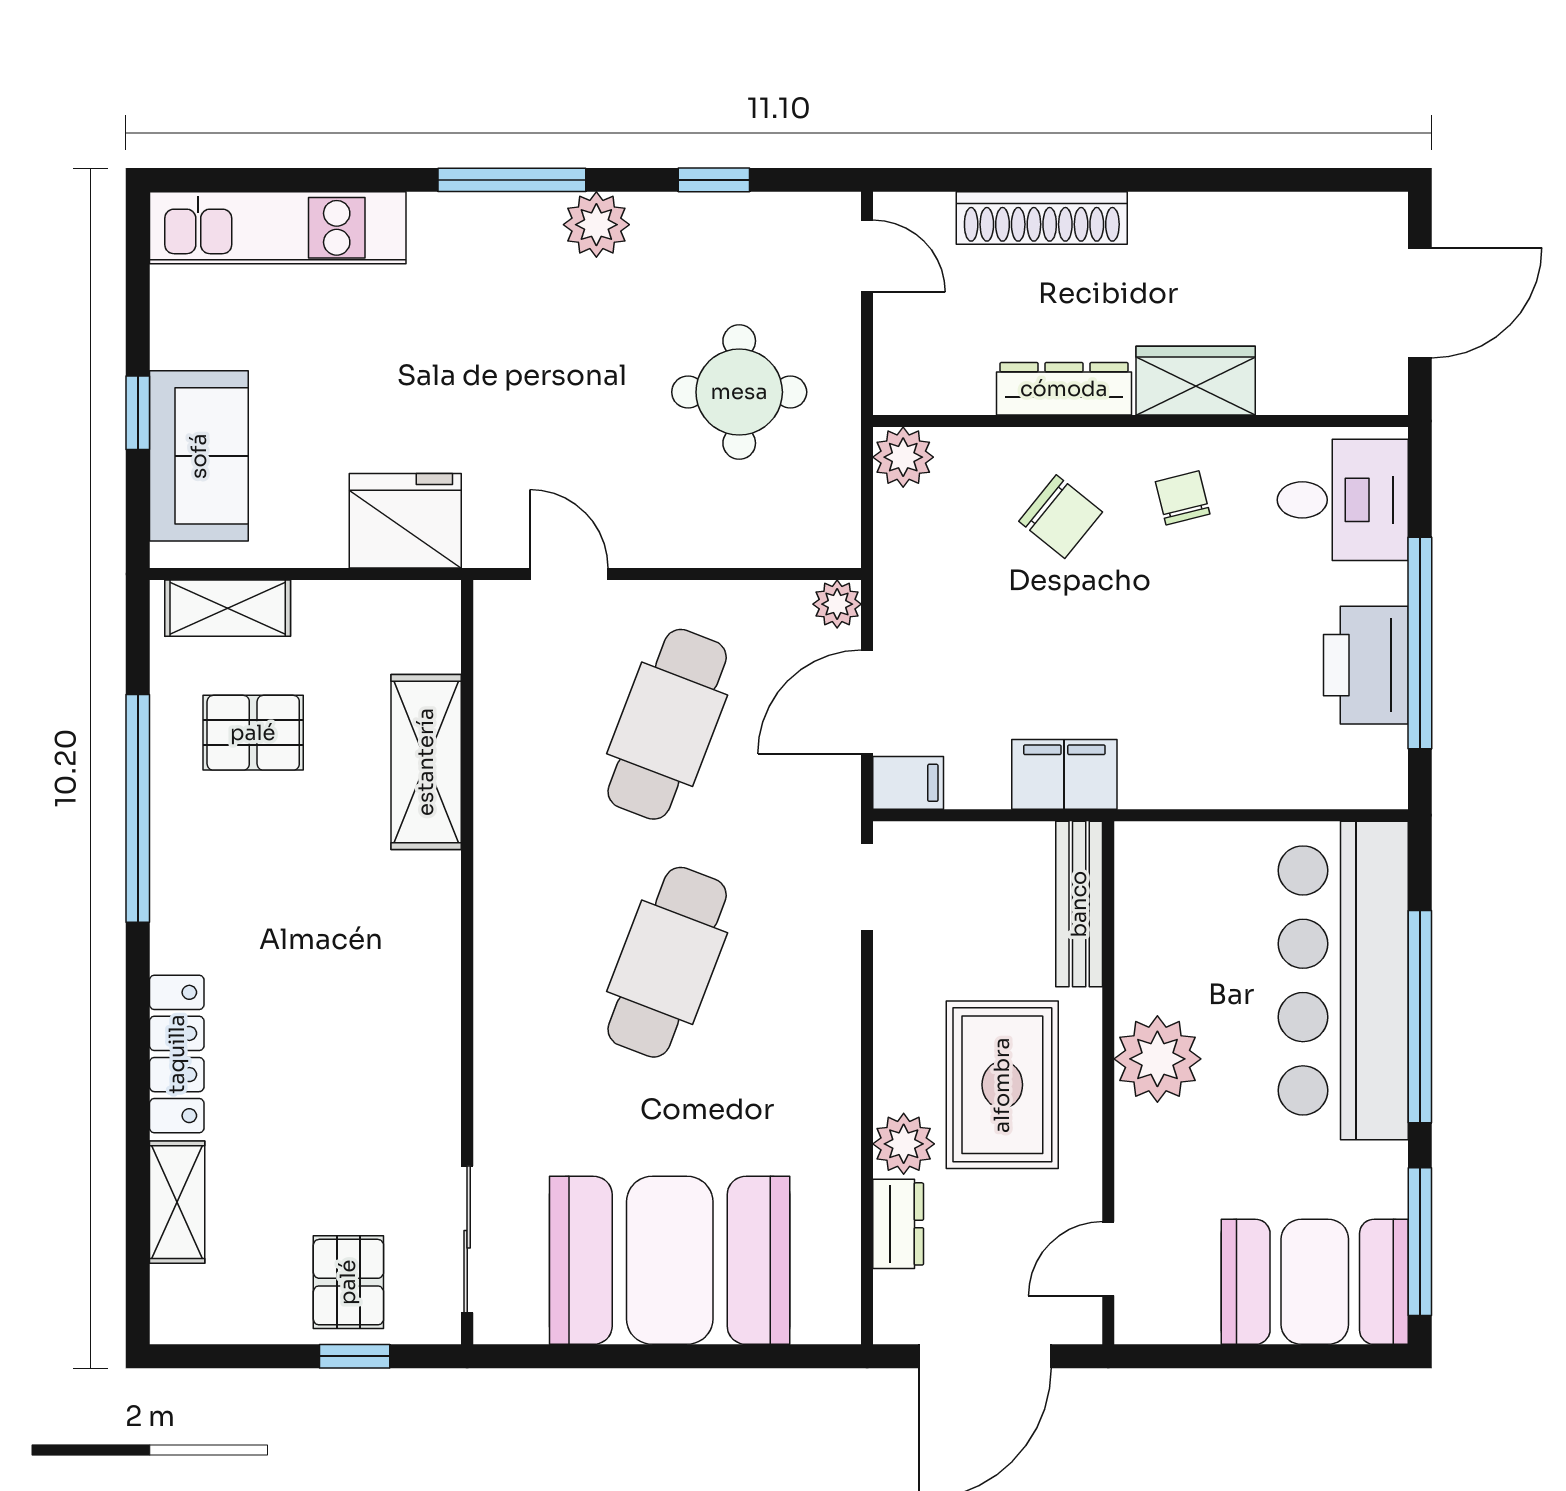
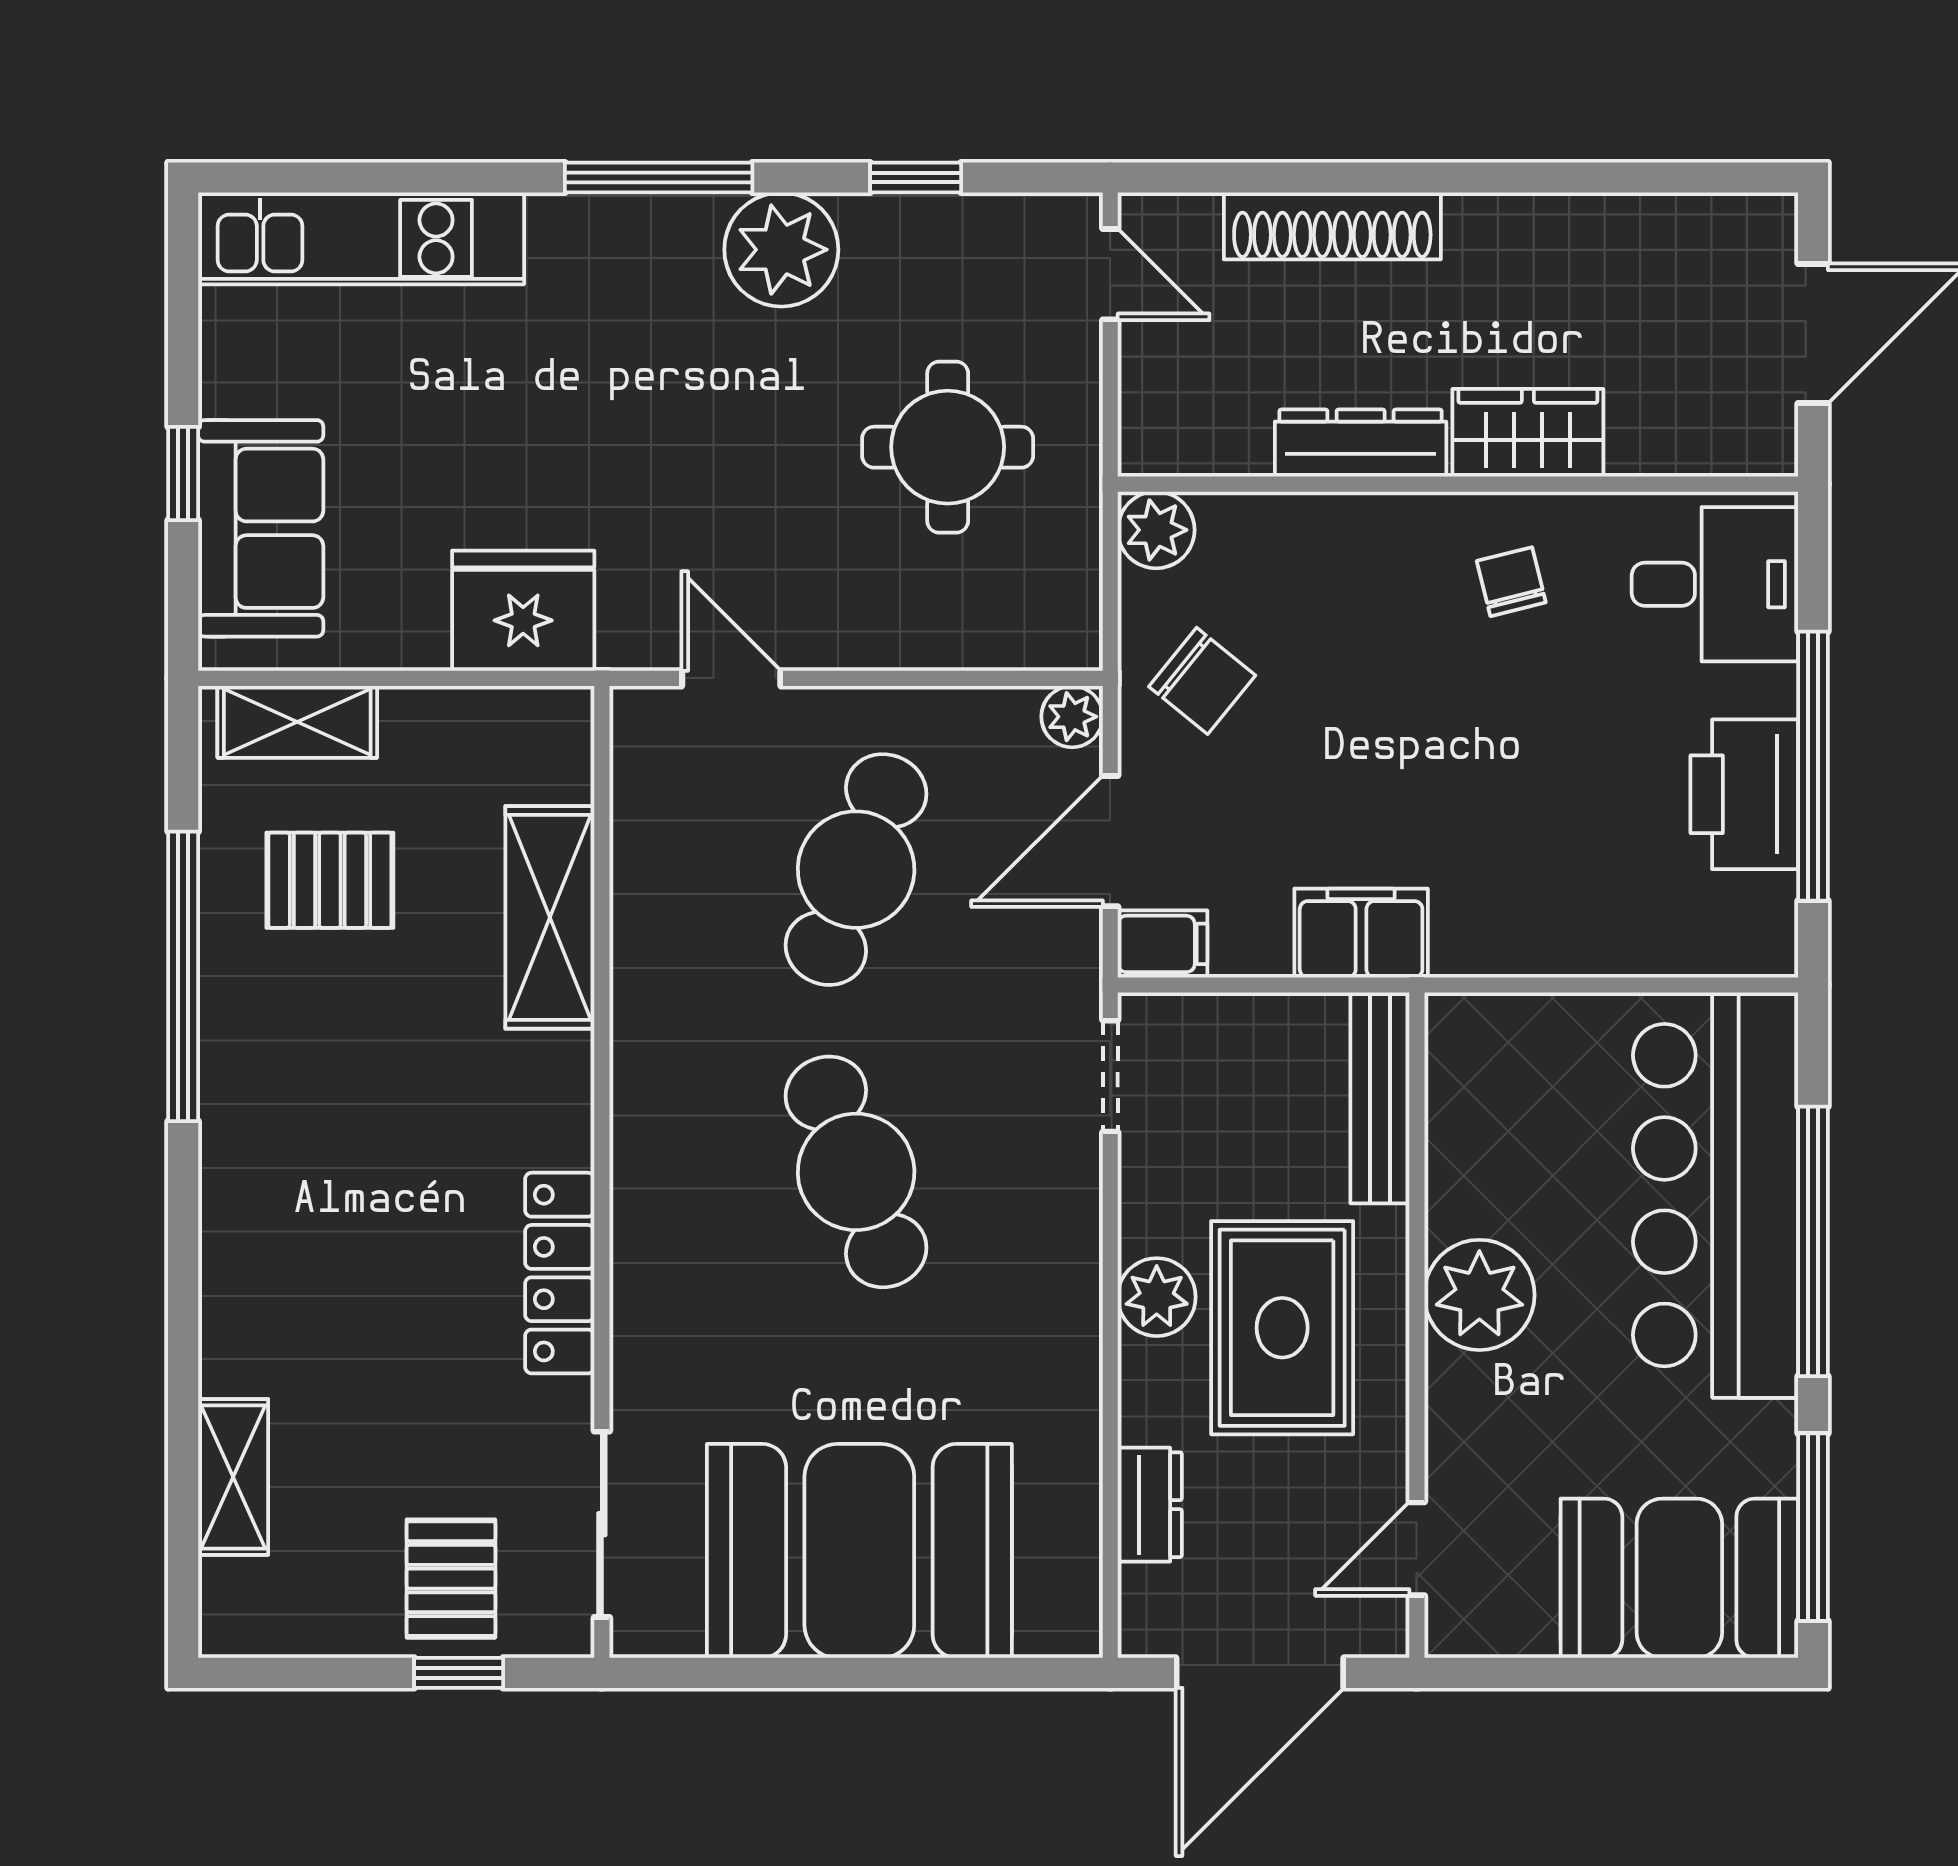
plant: (596, 225) -> (781, 250), width x1.36, depth x1.36
chair: (1061, 517) -> (1202, 681), moved
cafe table: (667, 962) -> (856, 1172), turned -42
locker: (177, 1054) -> (560, 1273), moved, turned 180
plant: (904, 1144) -> (1157, 1297), moved

